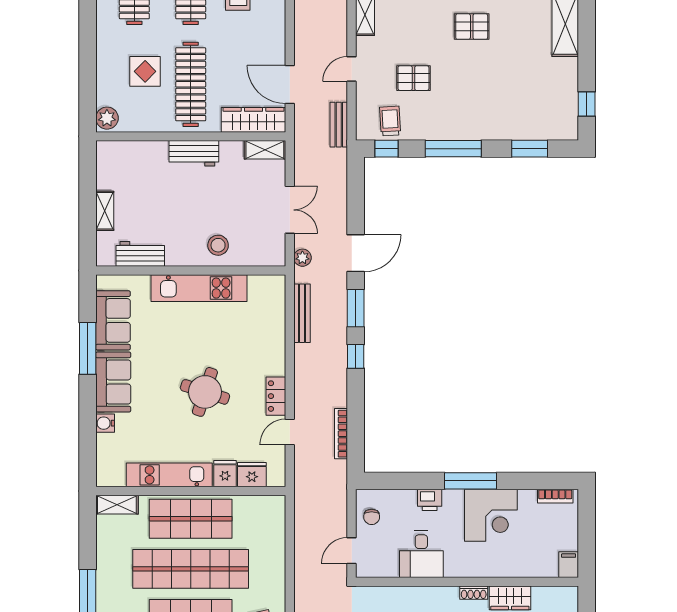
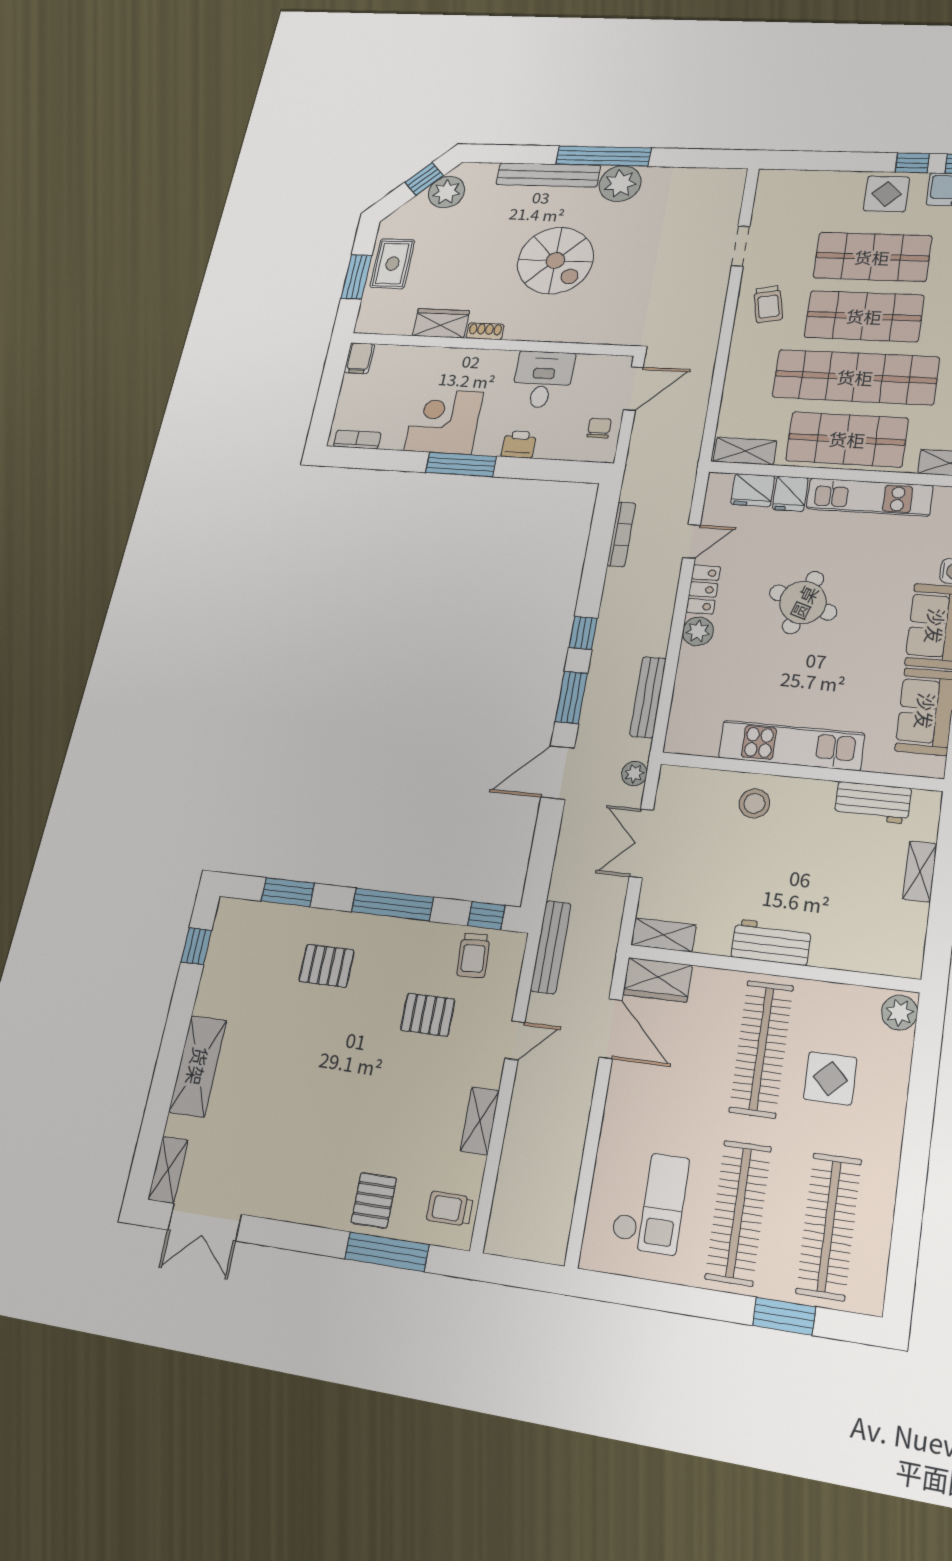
pallet: (472, 27) -> (326, 966), moved
wardrobe: (253, 120) -> (657, 980), width x0.67
bench: (339, 125) -> (551, 947), width x1.36
plant: (275, 364) -> (698, 631), added
shelving: (262, 505) -> (745, 451), added
door: (352, 551) -> (633, 388), width x1.38

